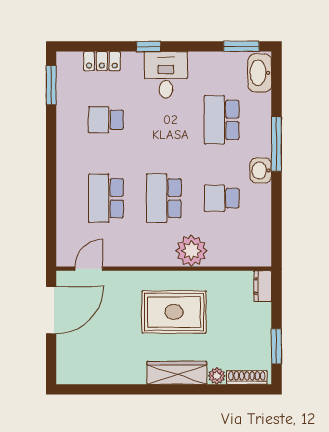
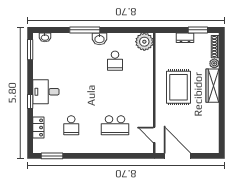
washbasin: (260, 73) -> (45, 37), width x0.52, depth x0.69
school desk: (222, 120) -> (71, 61), removed
school desk: (164, 198) -> (115, 93), removed
plant: (191, 251) -> (144, 42), moved
dresser: (263, 286) -> (185, 38), moved

